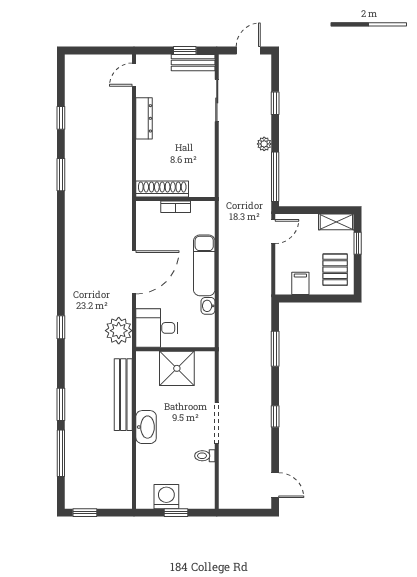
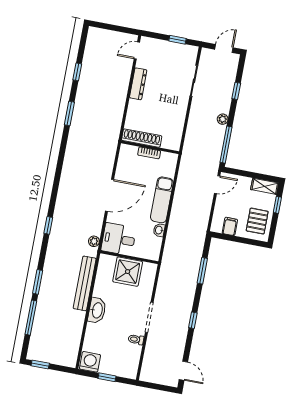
bench: (193, 63) -> (182, 50), removed
plant: (119, 331) -> (94, 241), width x0.53, depth x0.53
washing machine: (166, 497) -> (90, 362), moved

